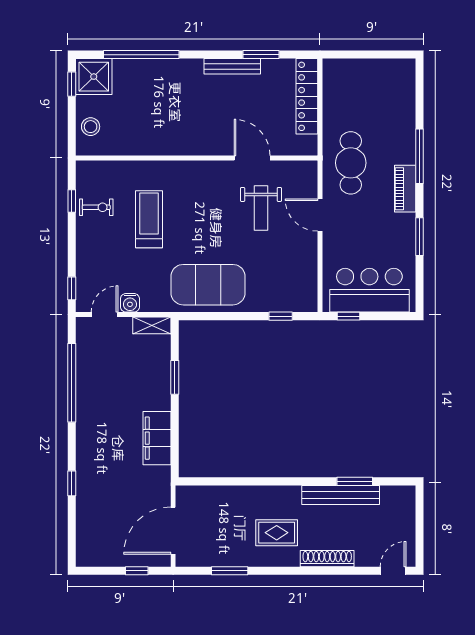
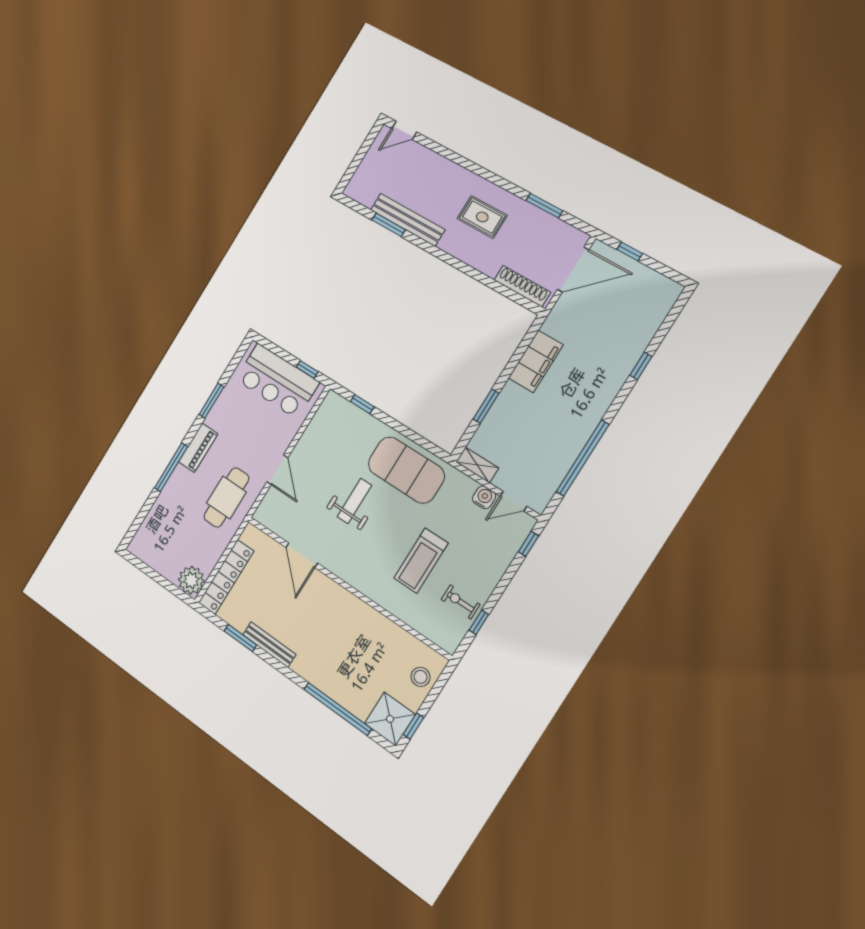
plant: (337, 73) -> (191, 580), added
weight bench: (261, 208) -> (354, 501), moved
shoe rack: (327, 559) -> (522, 286), moved, turned 180

